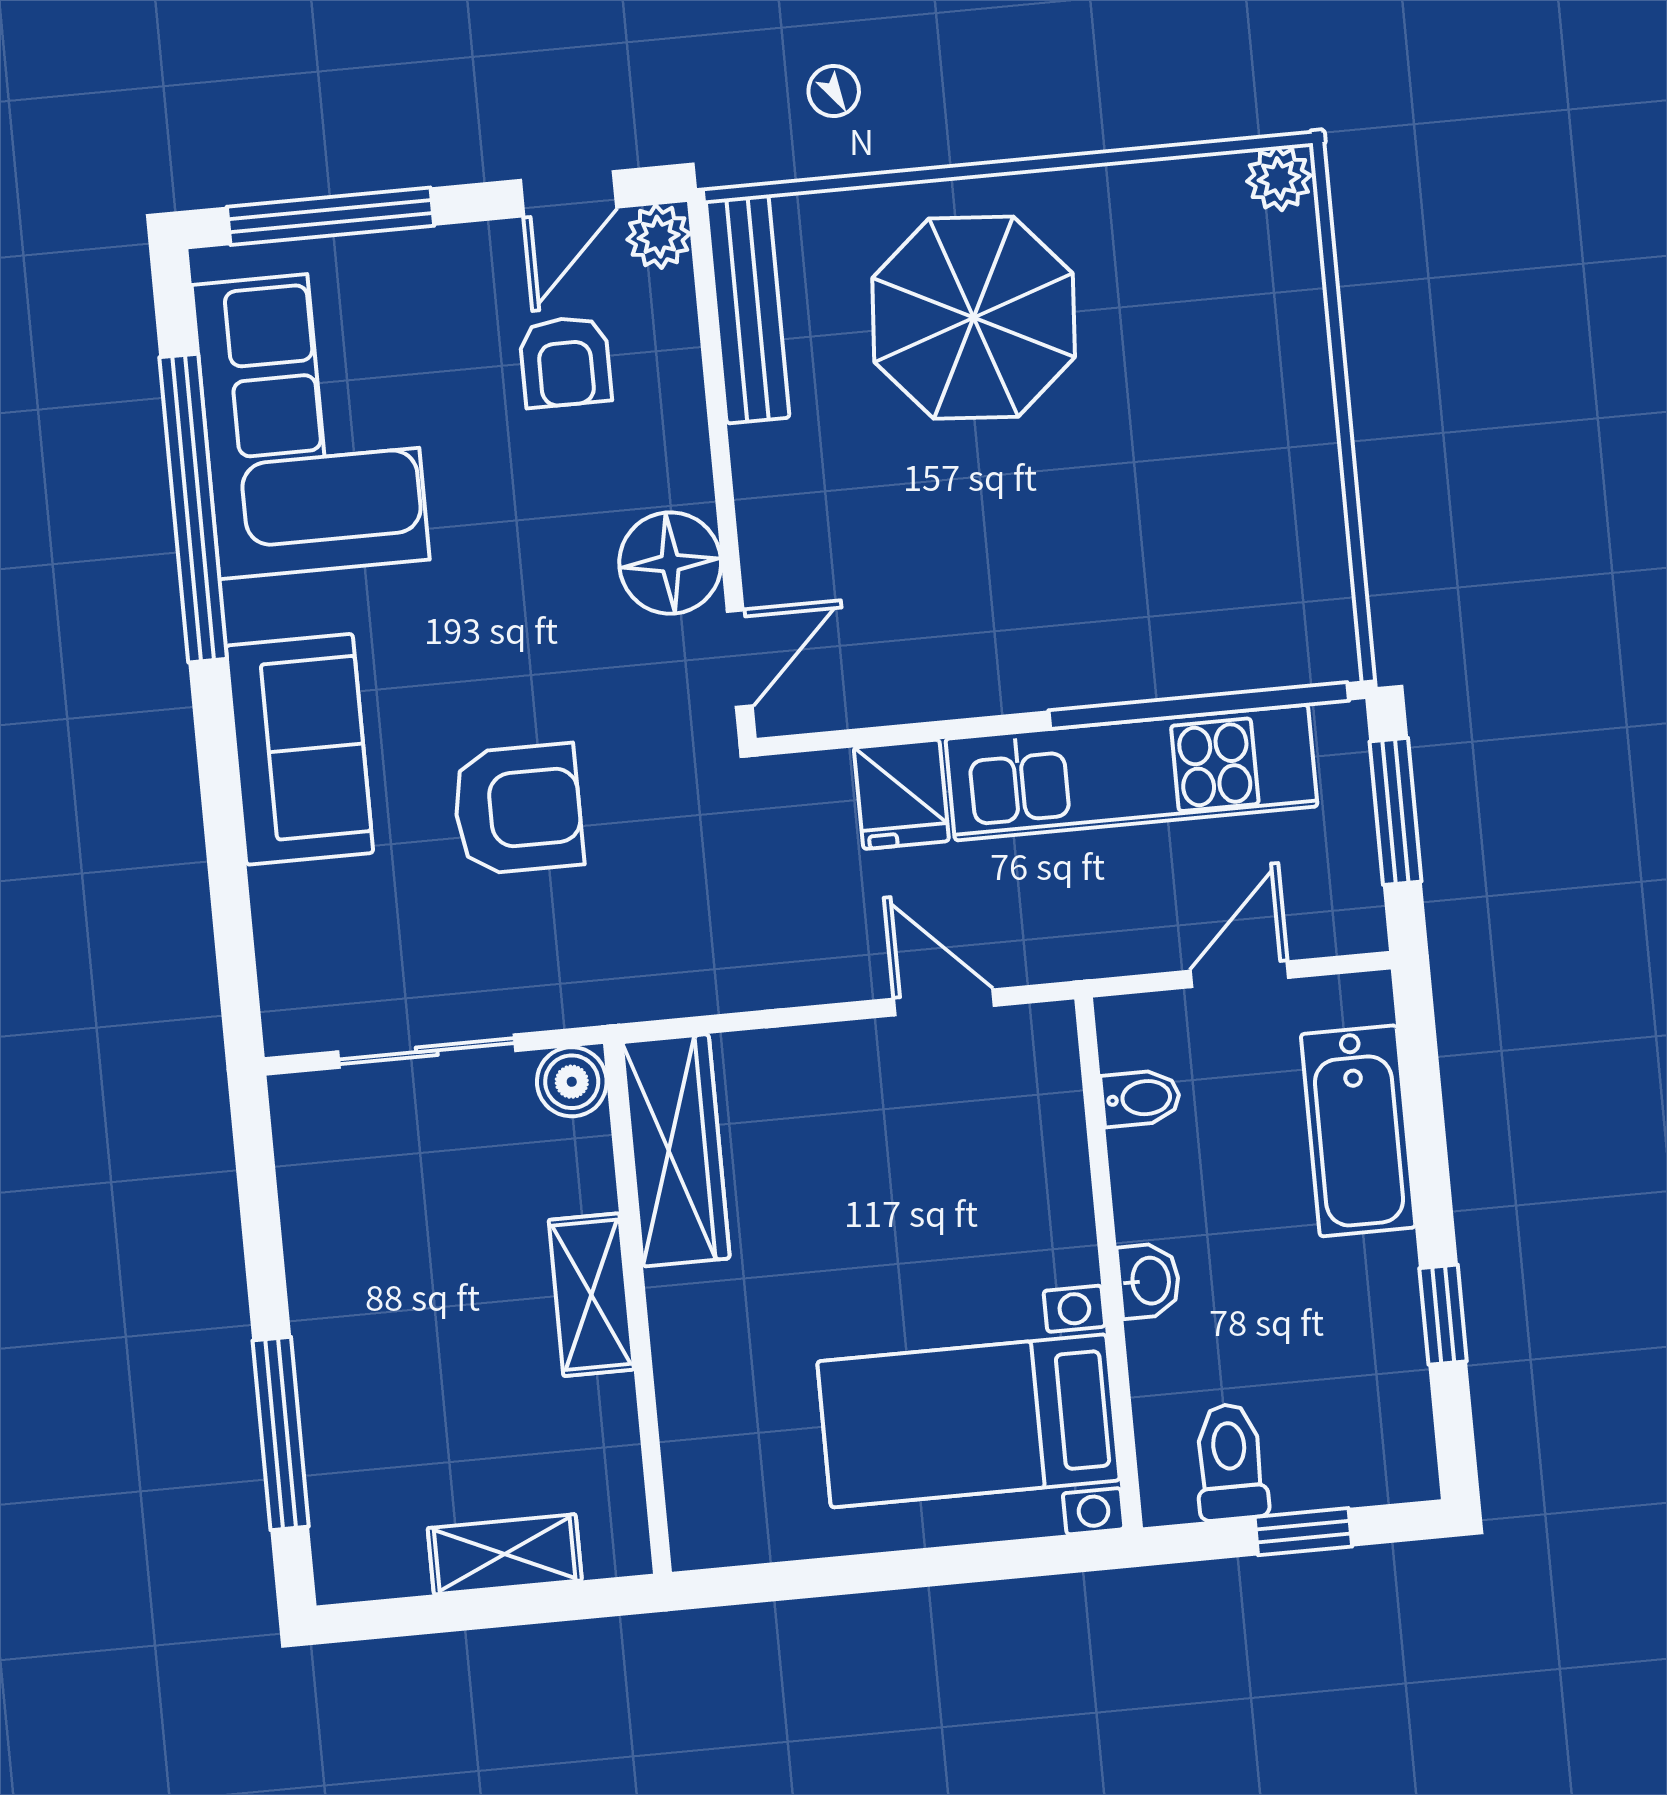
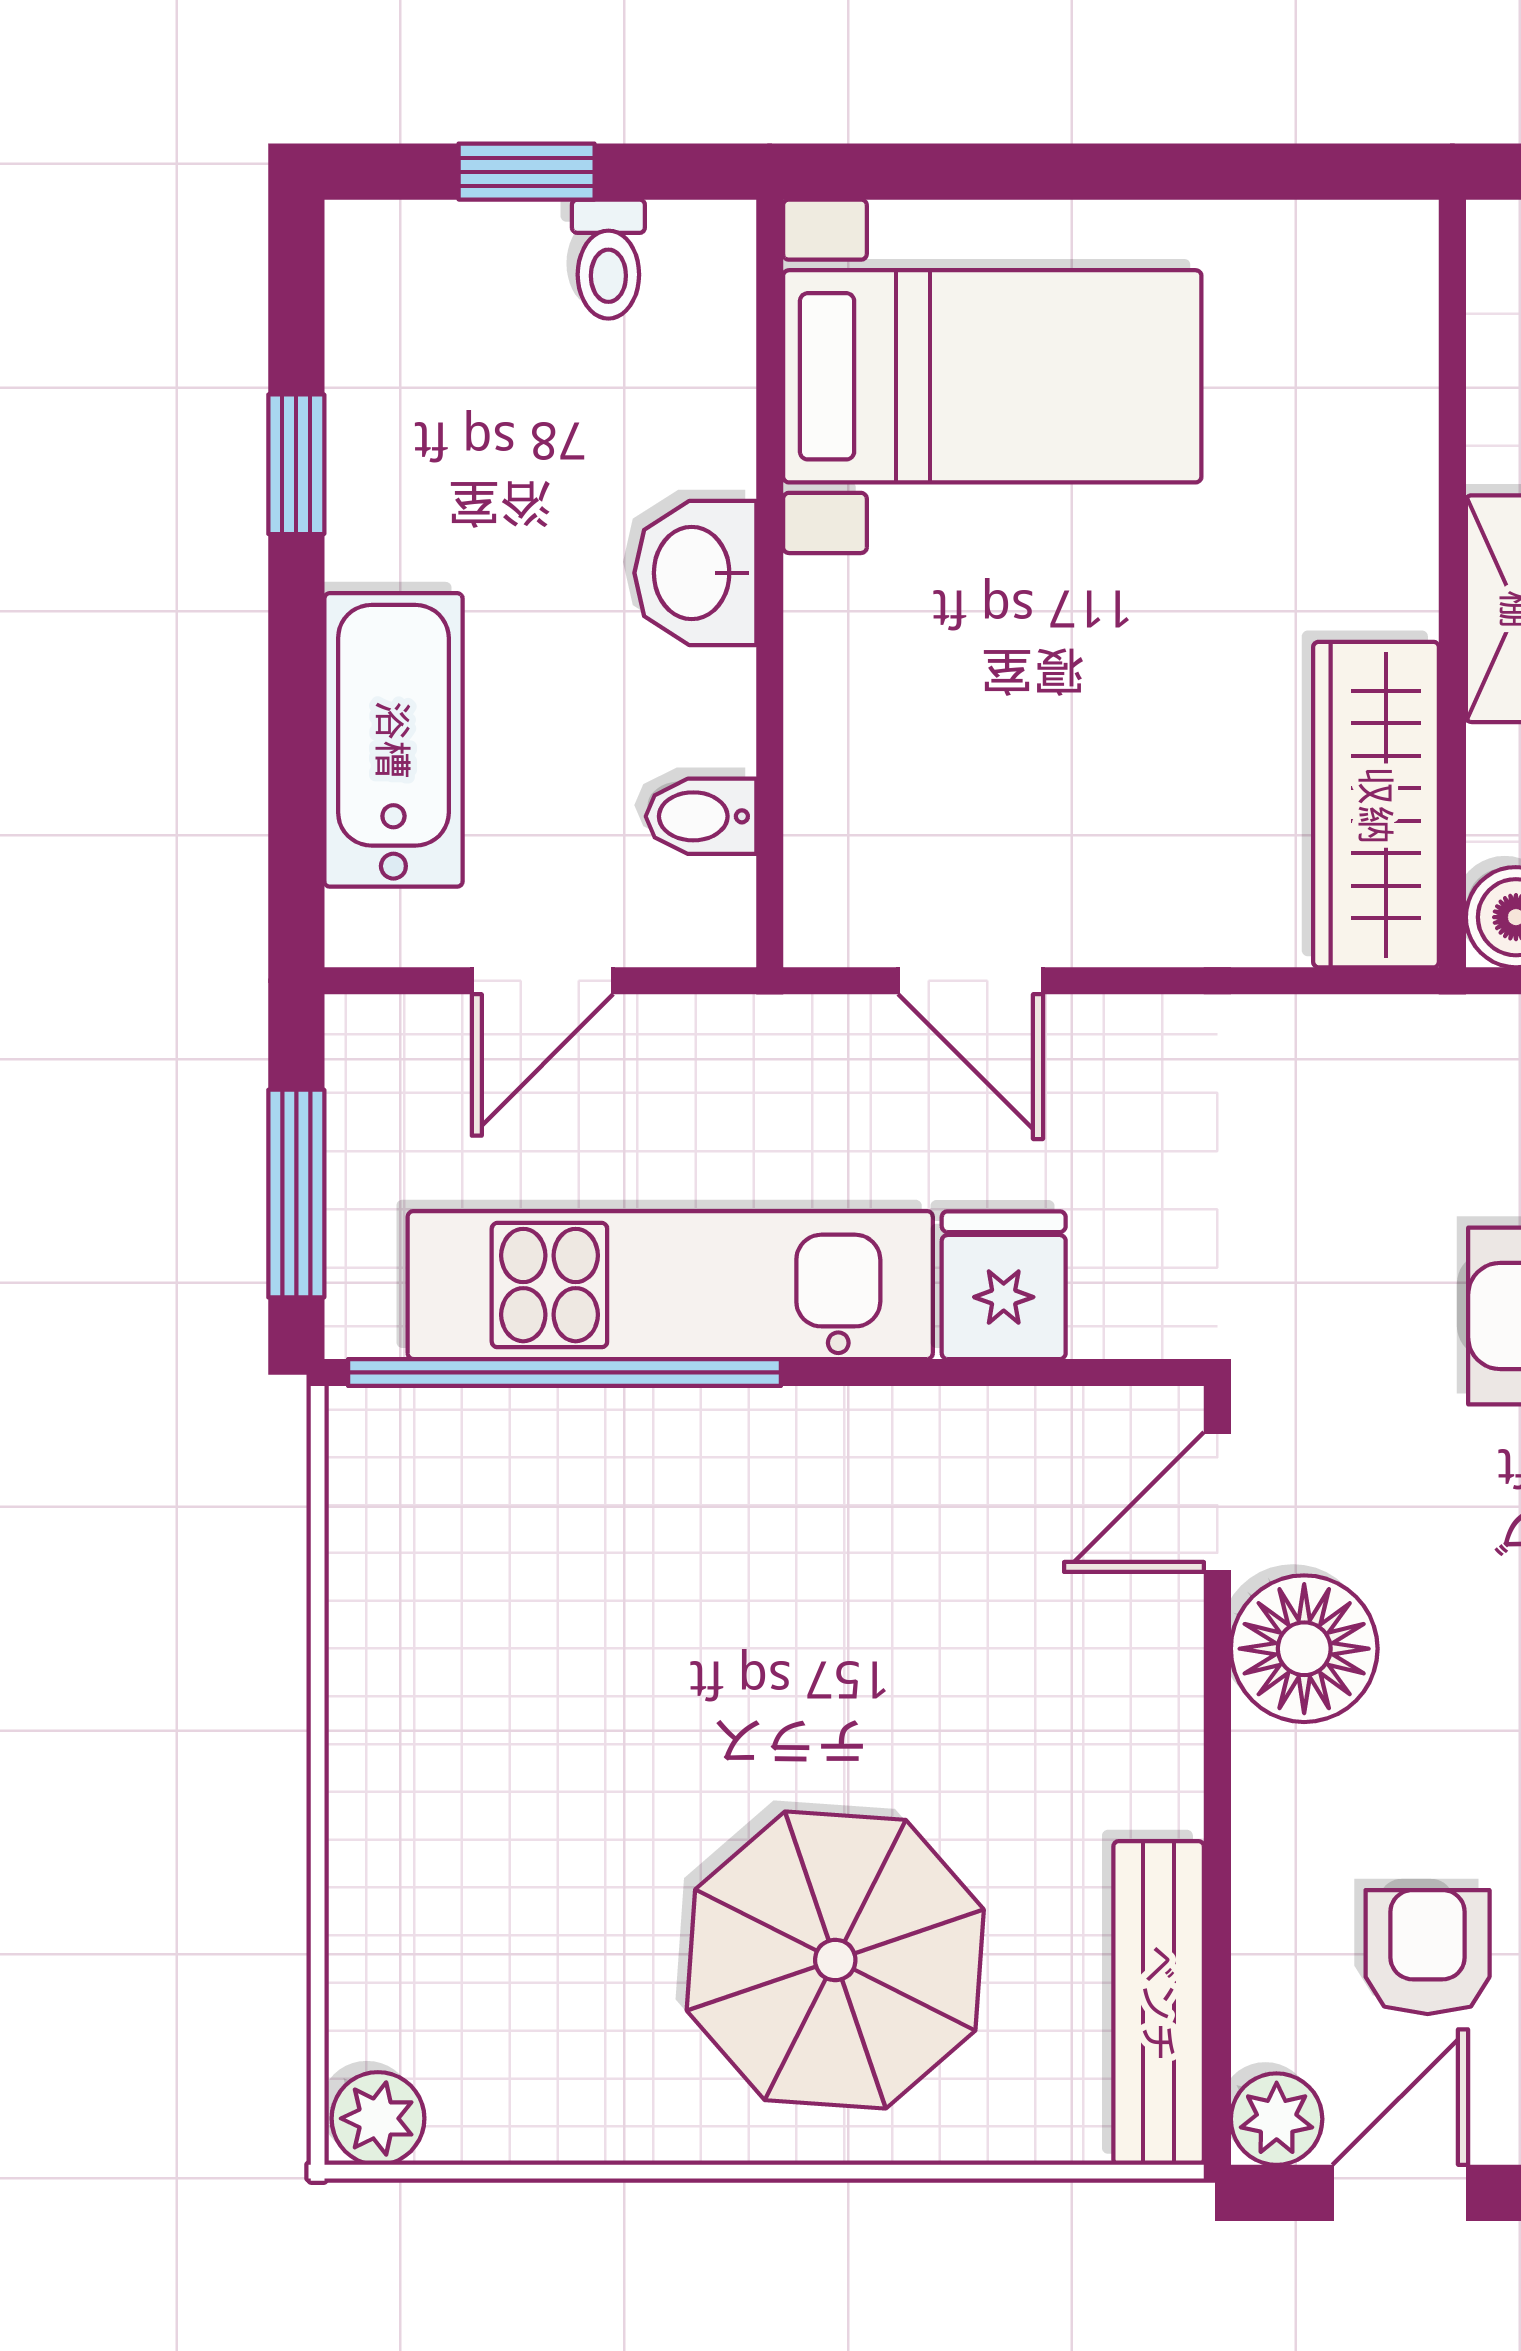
washbasin: (1149, 1281) -> (695, 573), width x1.38, depth x1.45
toilet: (1230, 1462) -> (608, 259), width x0.73, depth x0.72

